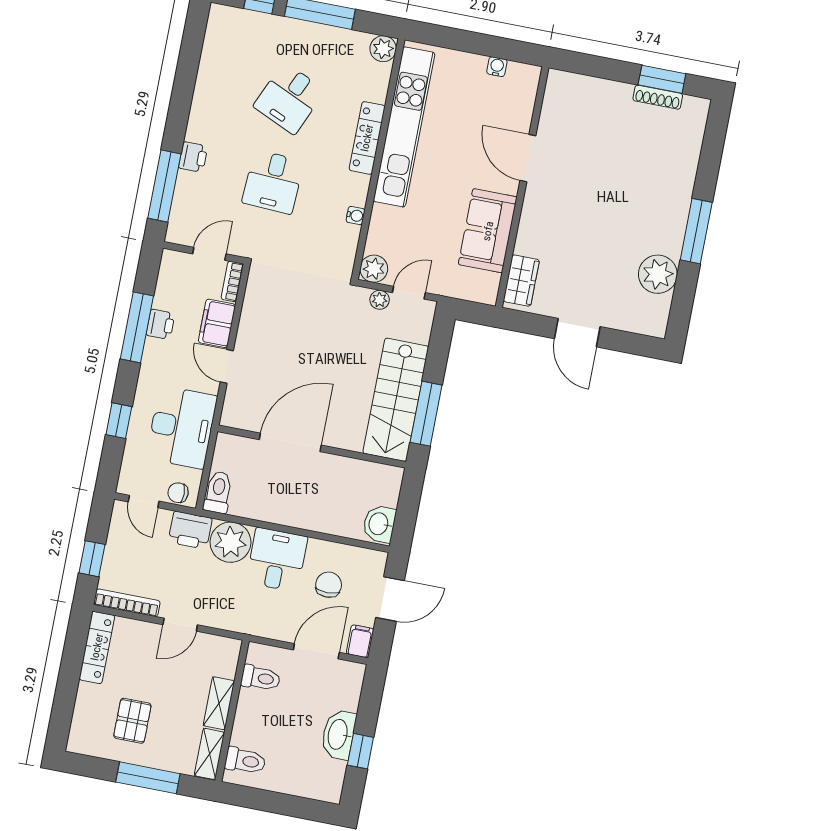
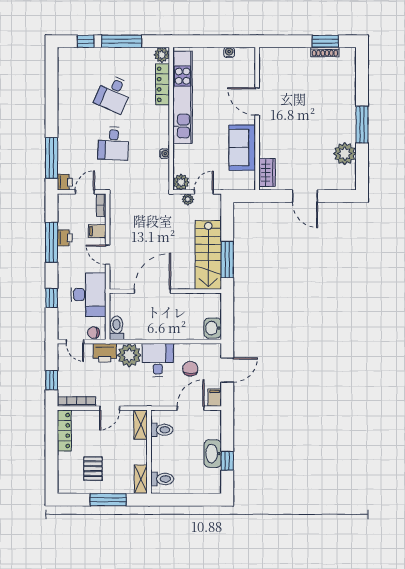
locker: (367, 138) -> (163, 84), moved
printer: (193, 157) -> (65, 182), moved
filing cabinet: (217, 323) -> (97, 231), width x0.50
shelving: (219, 703) -> (141, 425), moved

